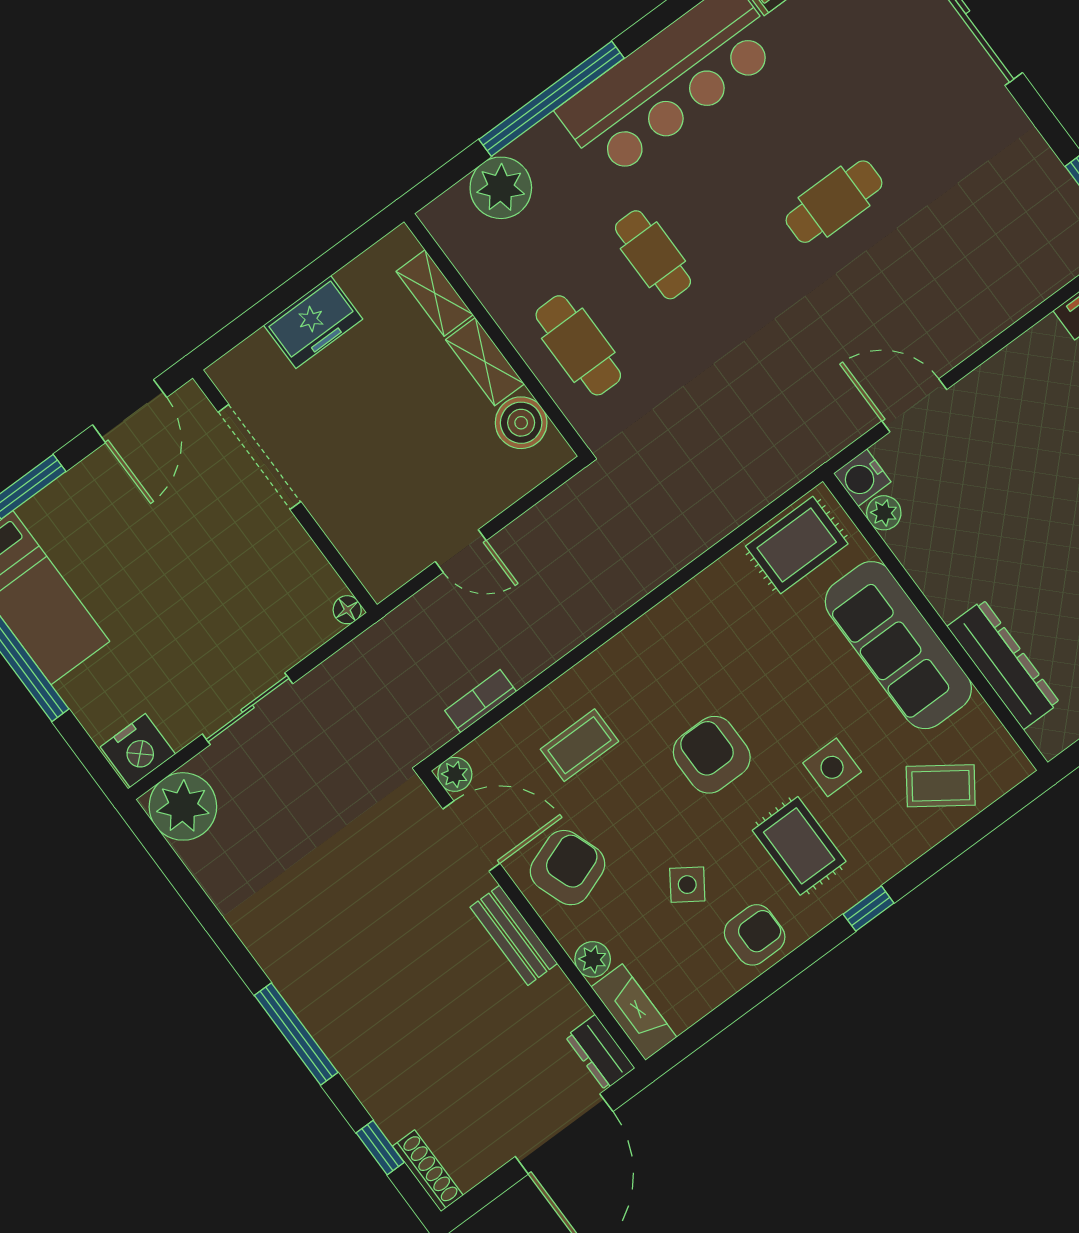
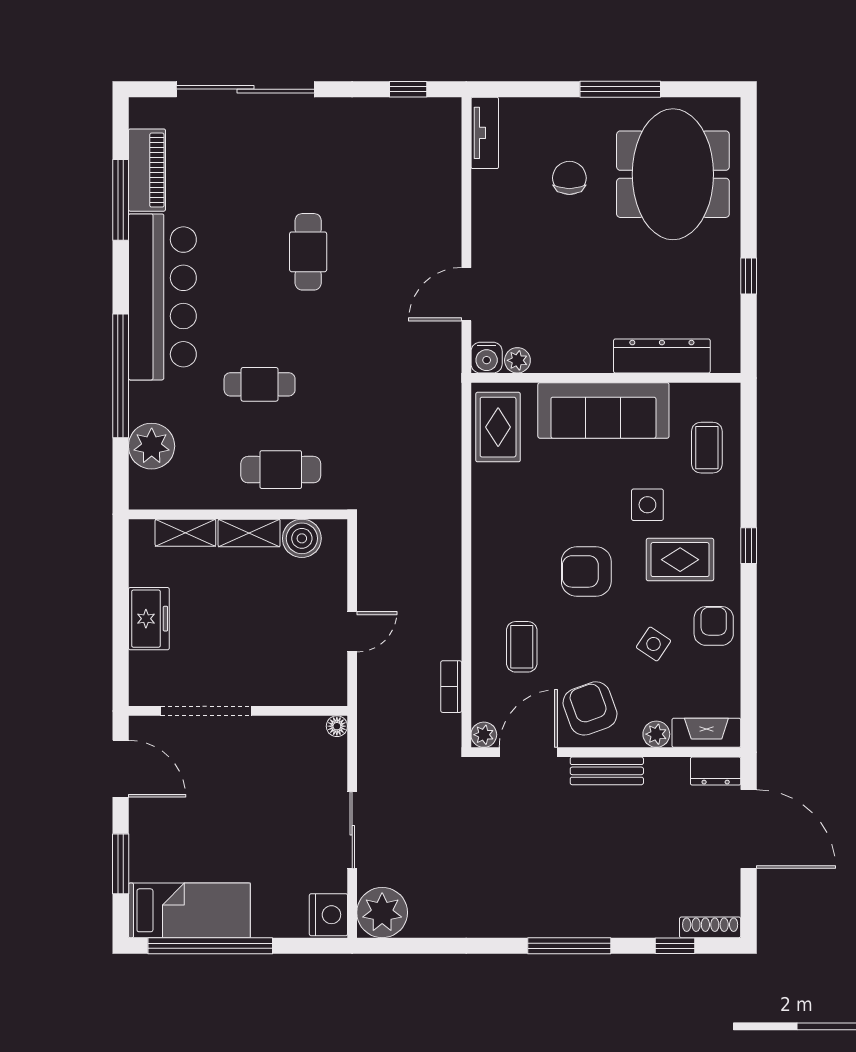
coffee table: (941, 786) -> (707, 448), turned -35

